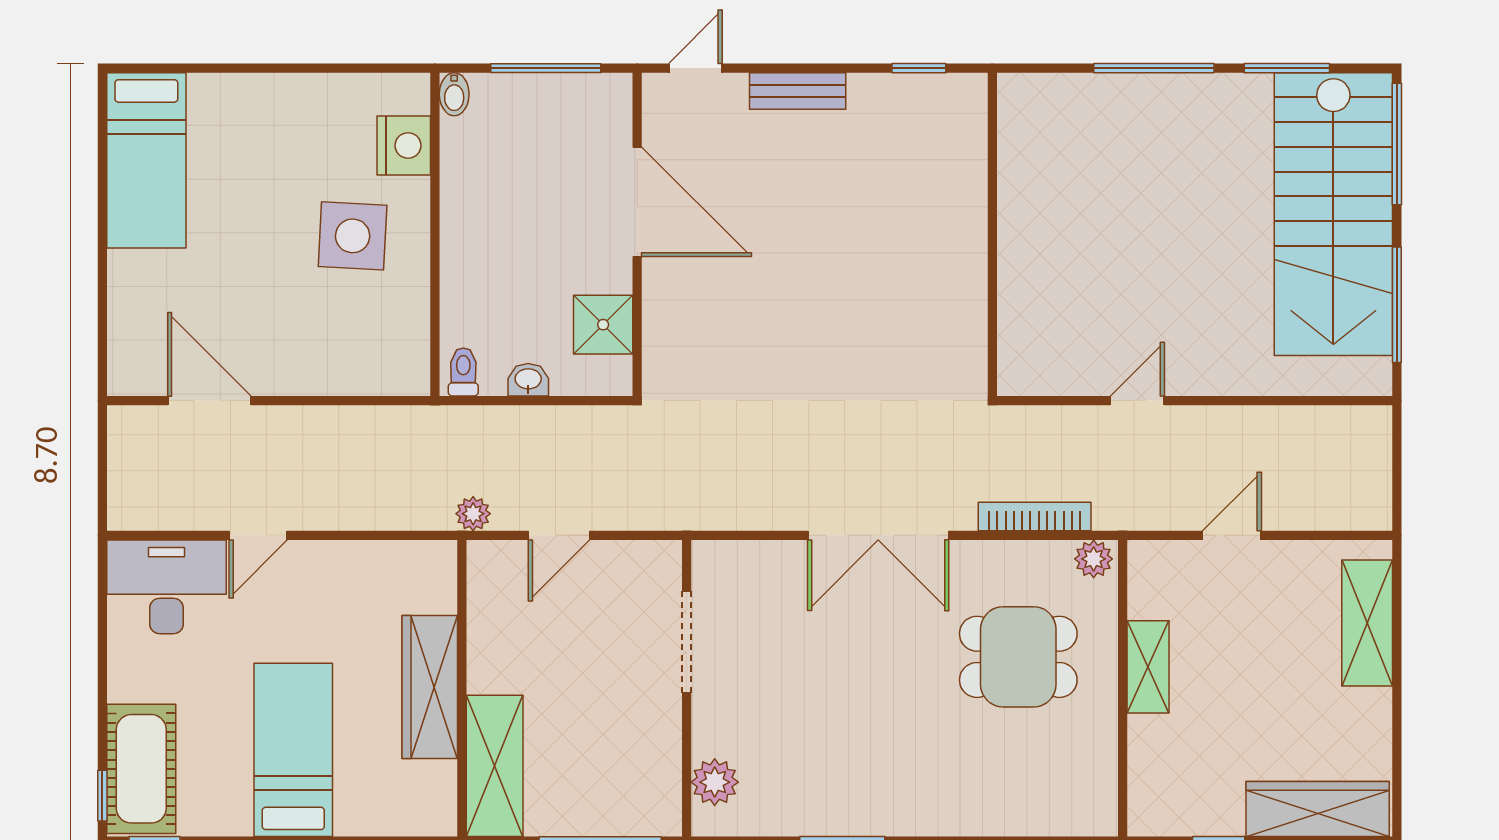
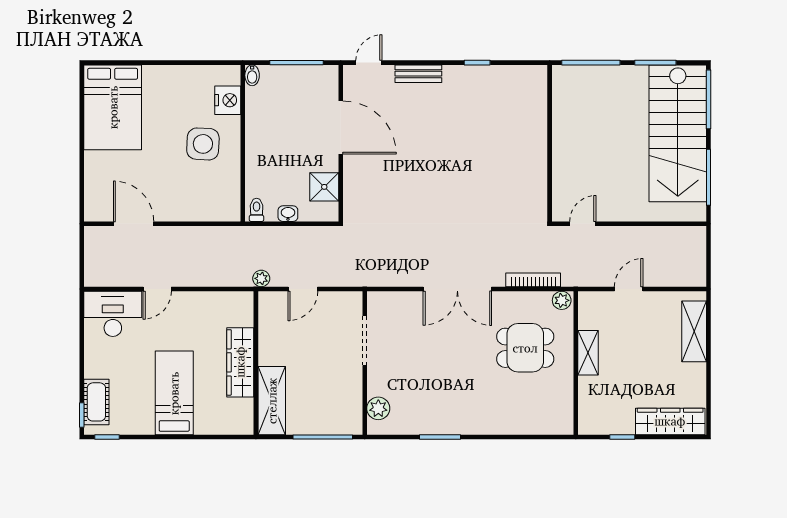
bed: (146, 160) -> (113, 107), width x1.50
wall: (992, 234) -> (550, 143), moved
cot: (141, 769) -> (96, 402), width x0.73, depth x0.75

